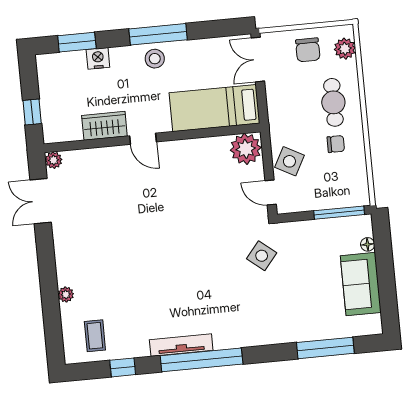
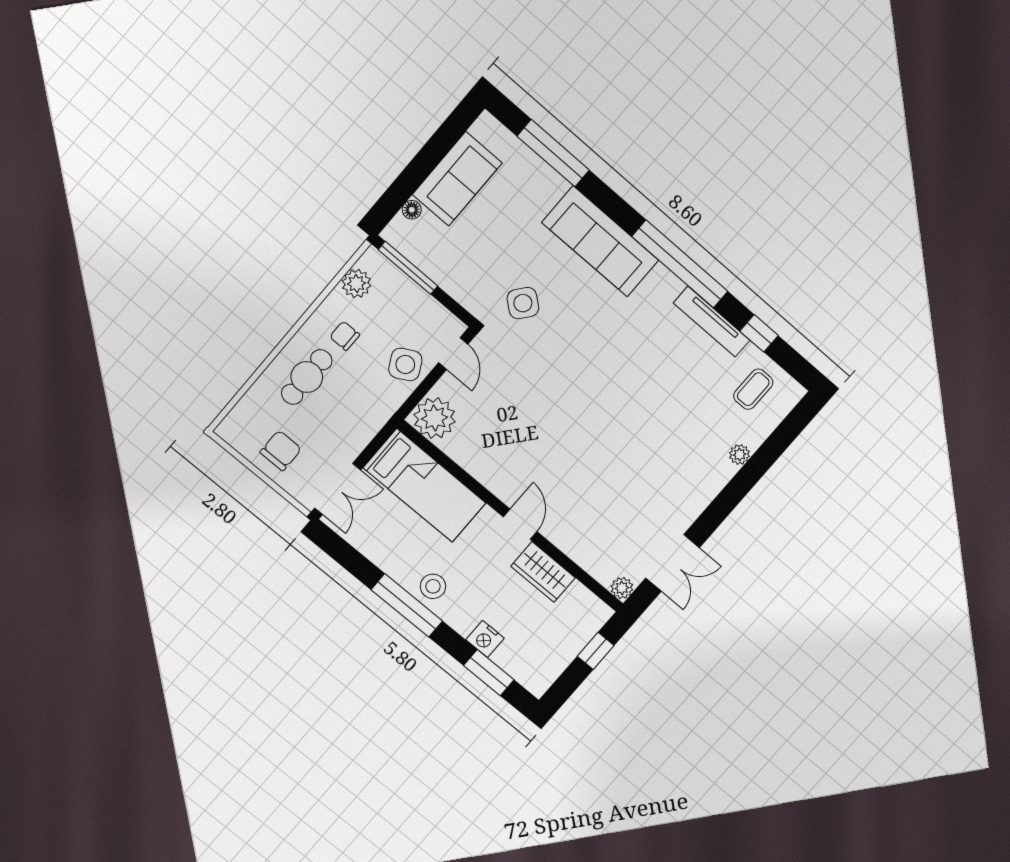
plant: (345, 49) -> (356, 284), moved
side table: (289, 161) -> (405, 364), turned 34
sofa: (255, 328) -> (600, 241), added
tv unit: (181, 345) -> (712, 322), moved

